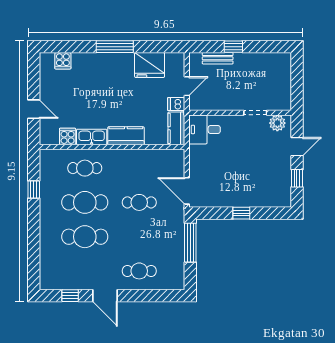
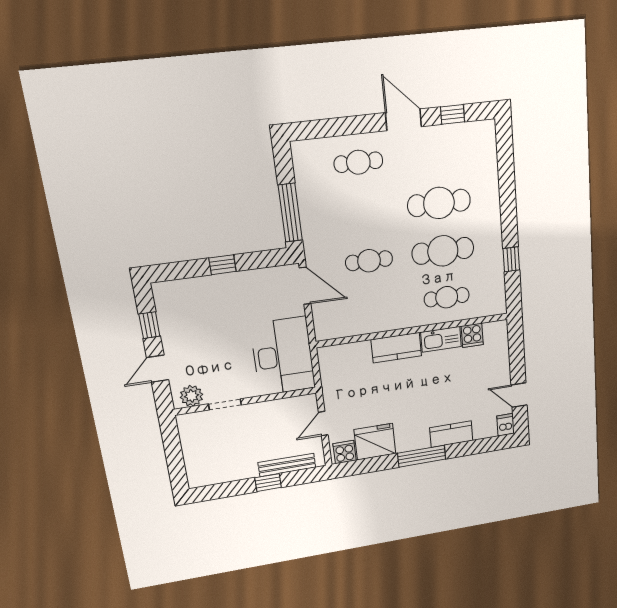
bench: (218, 58) -> (287, 465), width x1.36
cooker: (63, 61) -> (345, 452), moved
dishwasher: (176, 104) -> (506, 425), moved, turned -90
door: (34, 109) -> (519, 395), moved
kitchen counter: (176, 128) -> (451, 434), moved, turned -90
desk: (204, 129) -> (283, 356), width x1.87, depth x1.30

